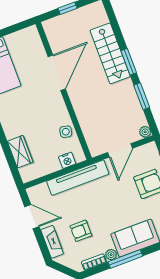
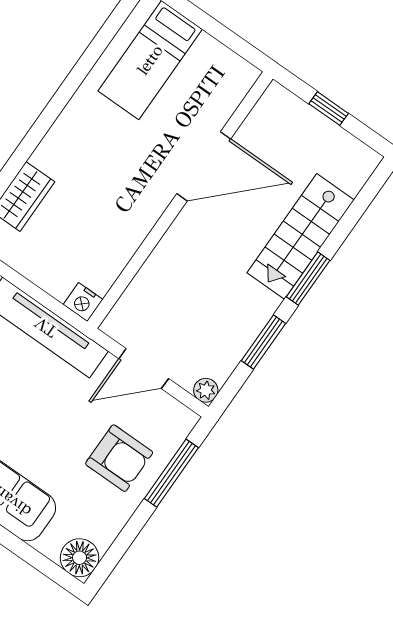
side table: (66, 132) -> (112, 252), removed
nightstand: (67, 160) -> (83, 302), moved

